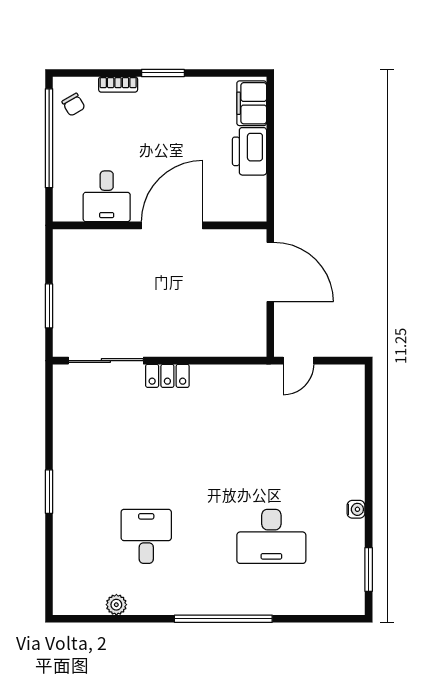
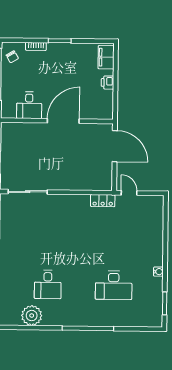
printer: (250, 151) -> (108, 83), width x0.53, depth x0.68
door: (299, 361) -> (129, 193), swing flipped
locker: (167, 376) -> (103, 201), moved
desk: (146, 536) -> (48, 284), turned 180
plant: (116, 605) -> (32, 316), width x1.88, depth x1.88

